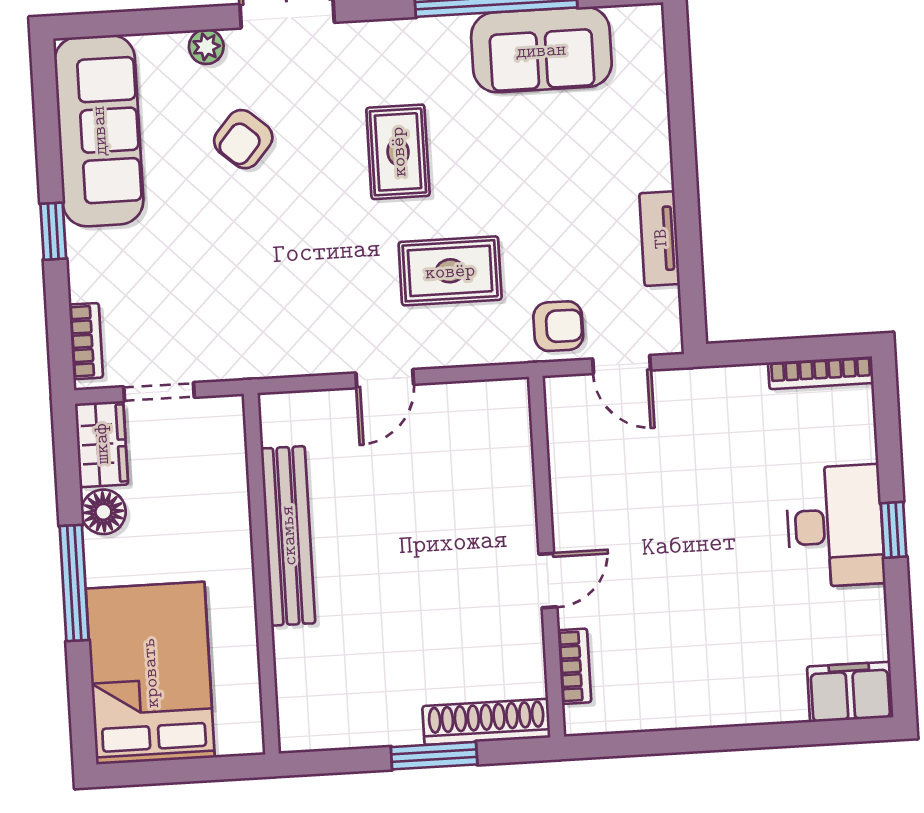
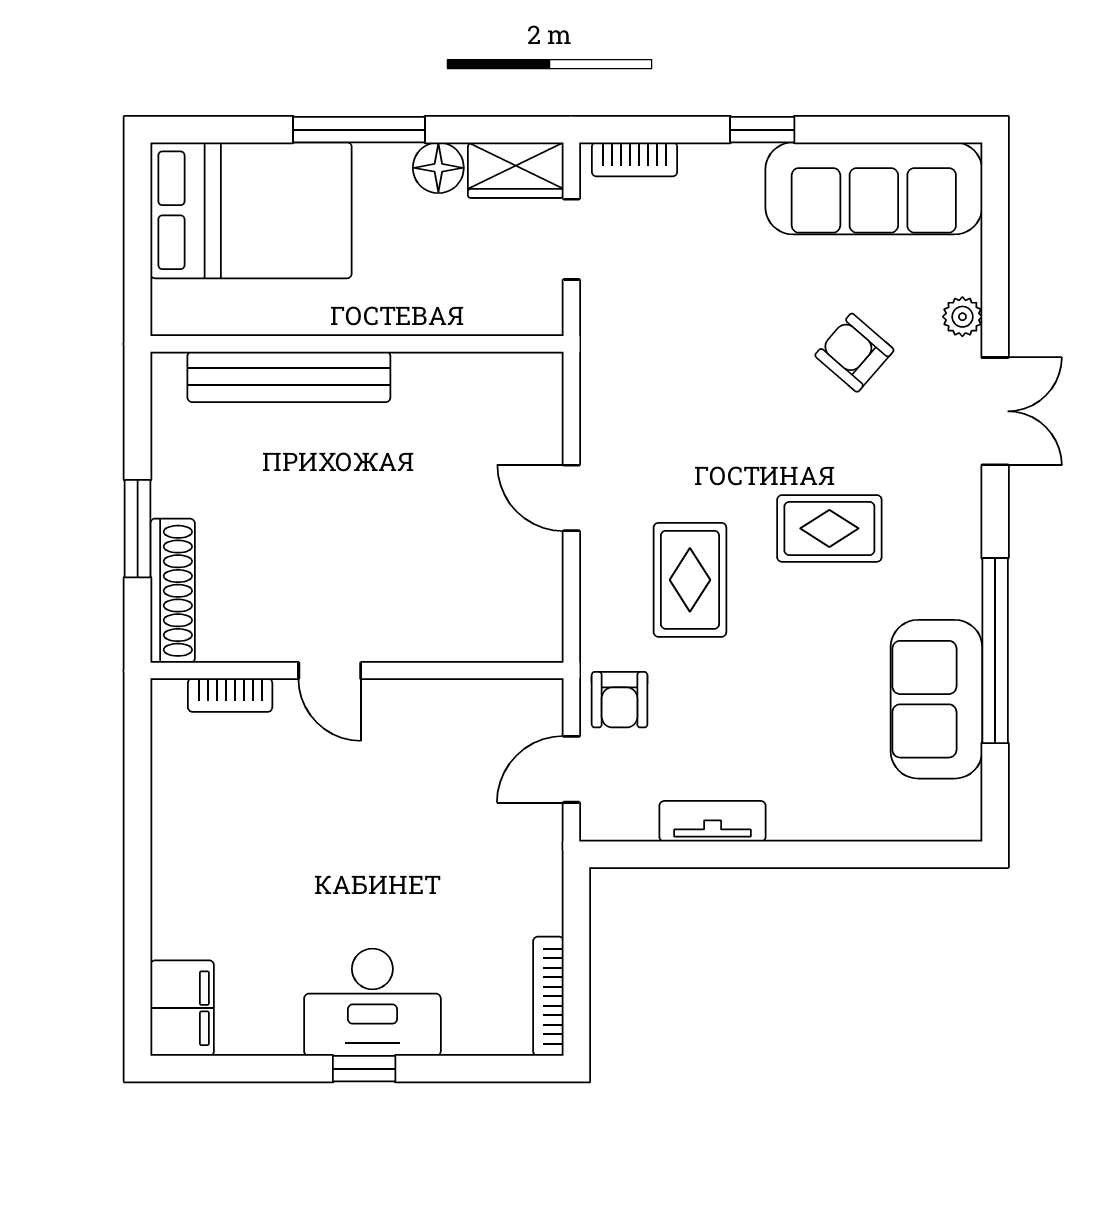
bench: (288, 536) -> (289, 377), moved

